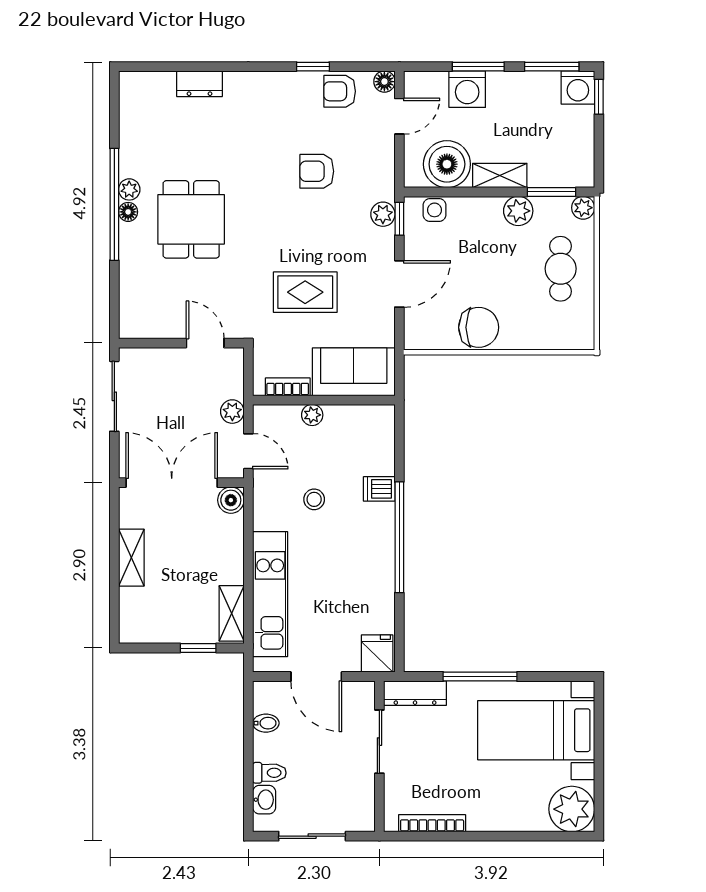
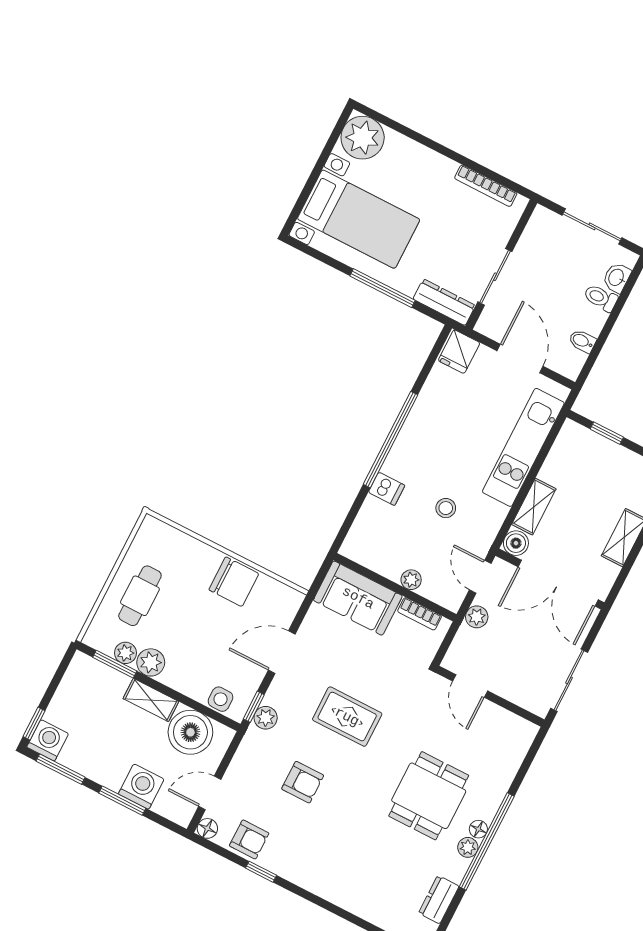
dresser: (200, 84) -> (439, 900), moved, turned -90
plant: (583, 208) -> (125, 653), moved
rug: (305, 292) -> (347, 717), moved
chair: (479, 327) -> (234, 582), turned 180
shelving: (232, 613) -> (534, 507), moved

